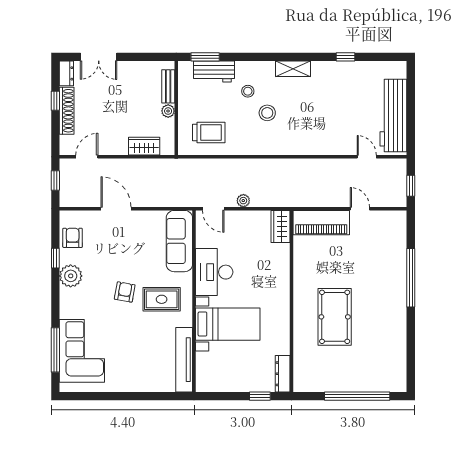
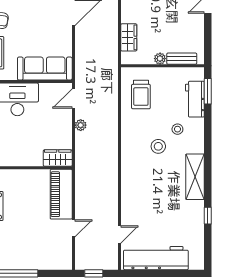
shelving: (293, 69) -> (195, 177), width x1.50, depth x1.33

